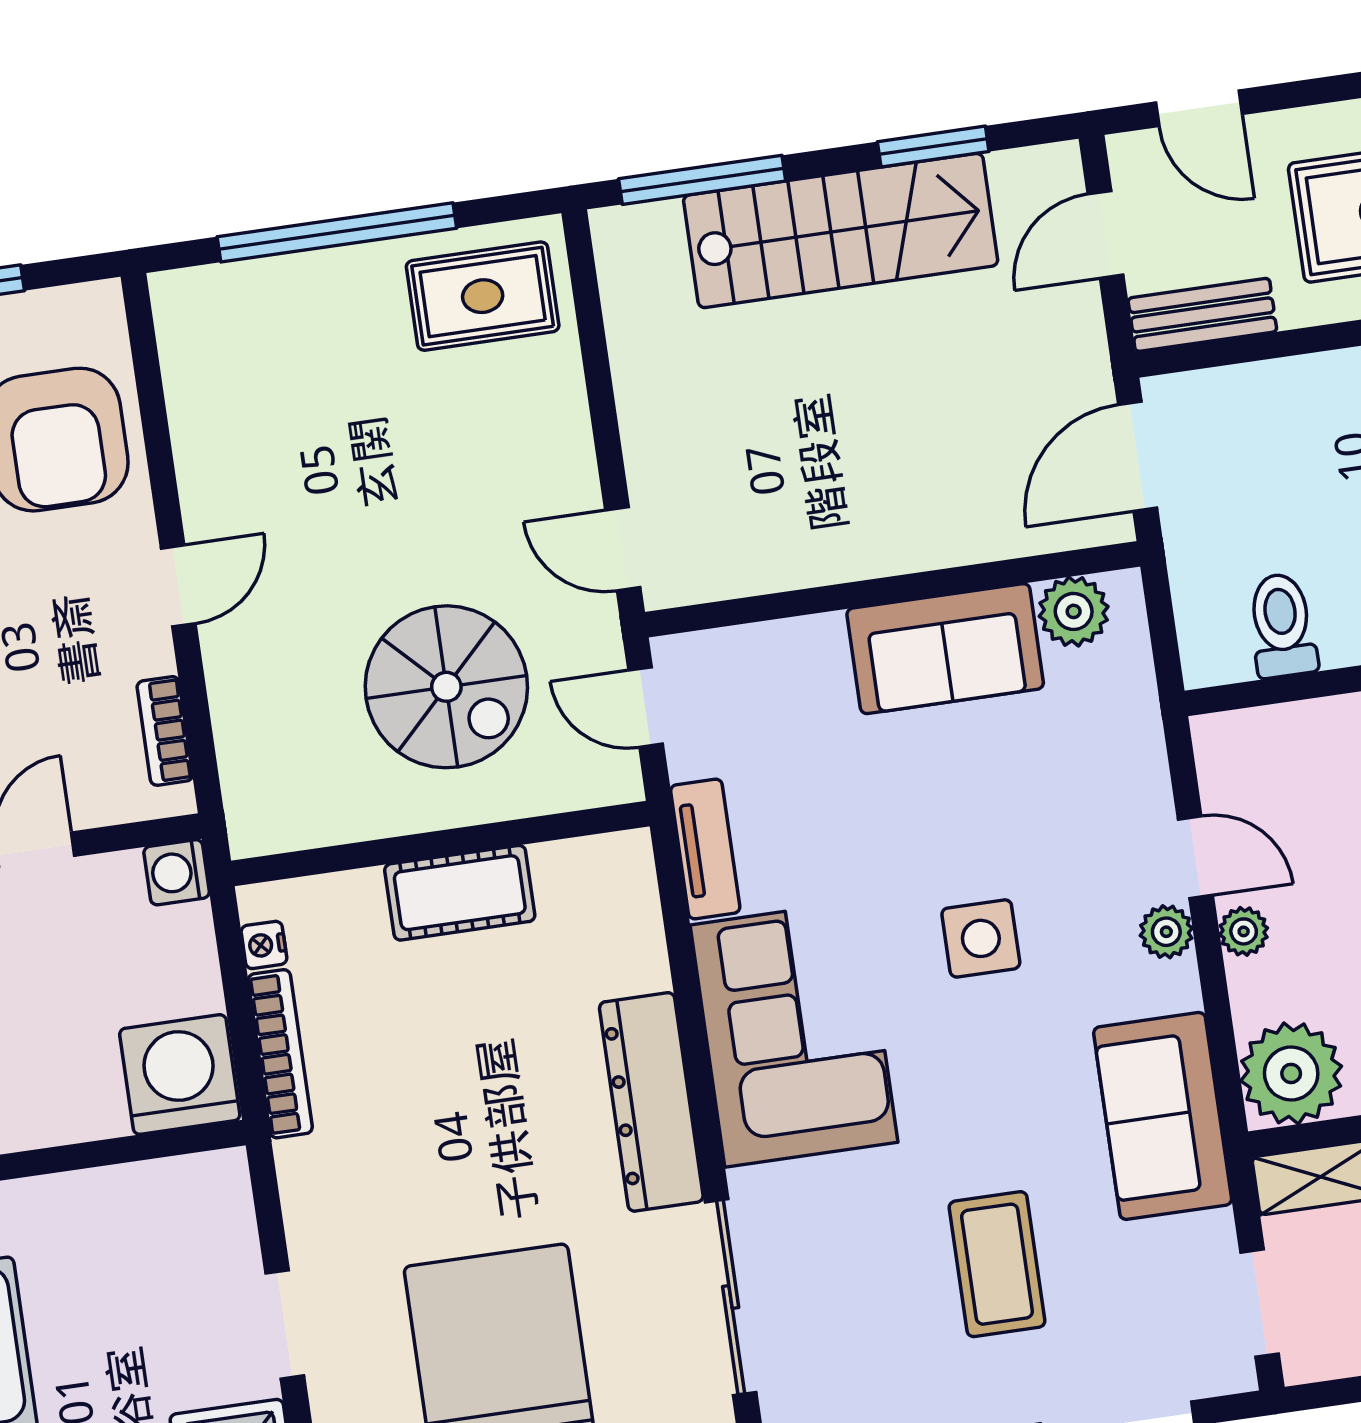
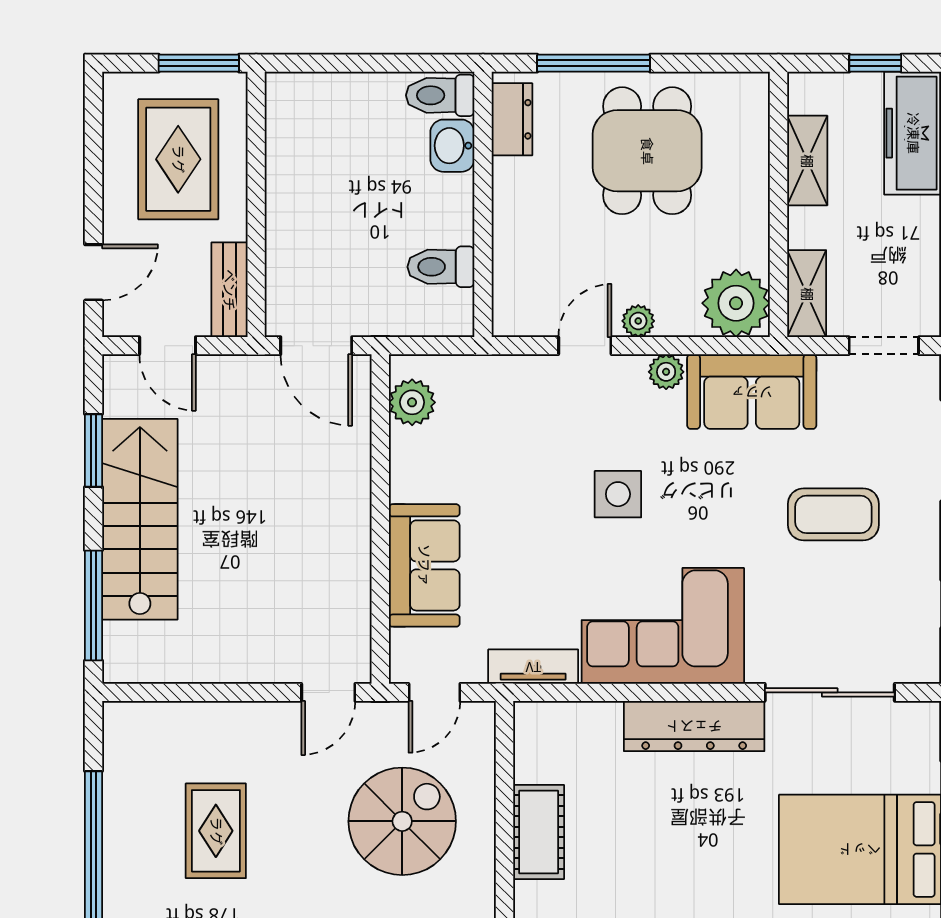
rug: (483, 296) -> (216, 831), moved
sofa: (945, 649) -> (424, 565), moved
plant: (1166, 932) -> (666, 372), moved

